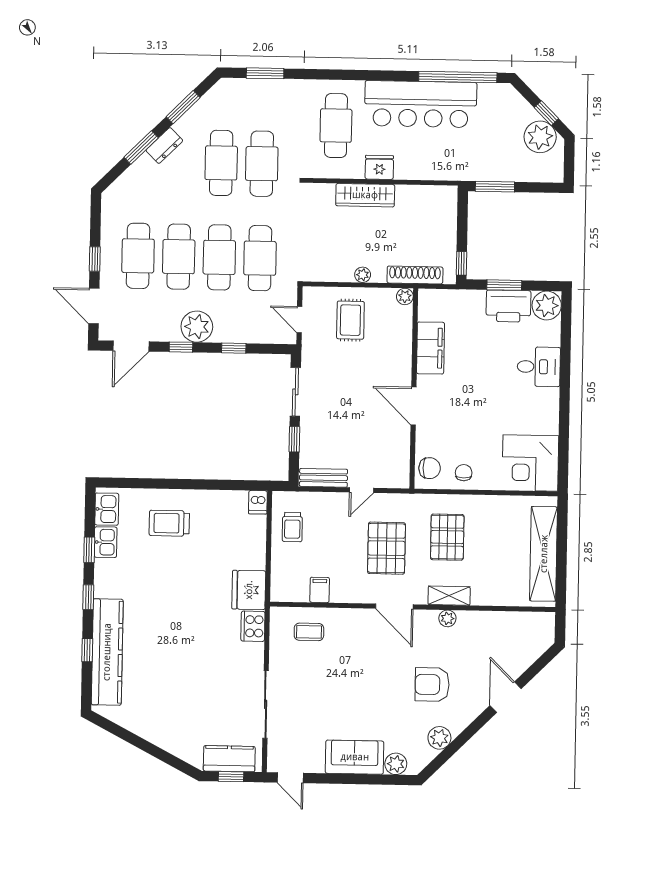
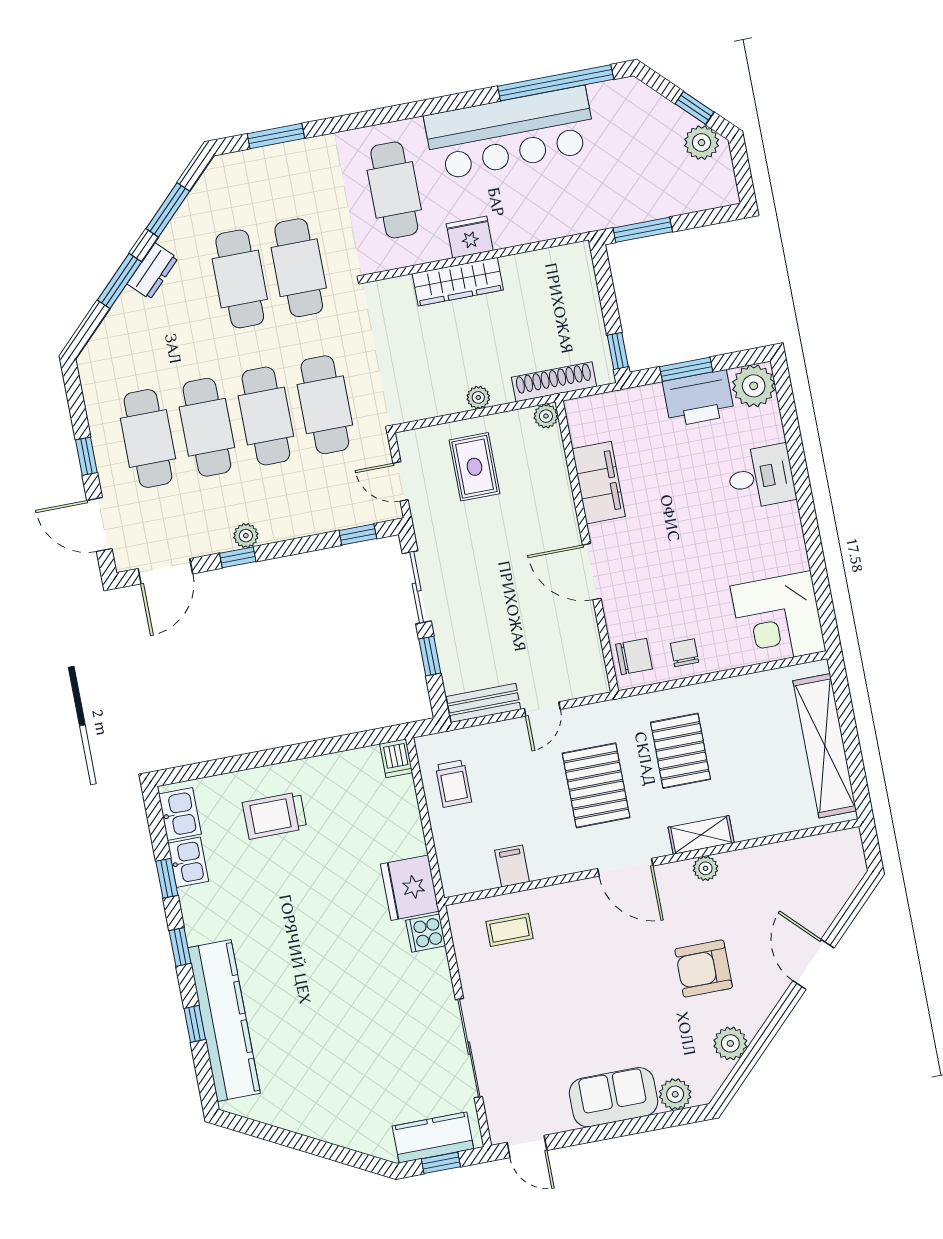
plant: (540, 137) -> (702, 143), width x0.73, depth x0.73
plant: (197, 327) -> (246, 536), width x0.53, depth x0.53
window: (234, 348) -> (358, 534), moved
cooker: (253, 626) -> (426, 933), width x0.73

